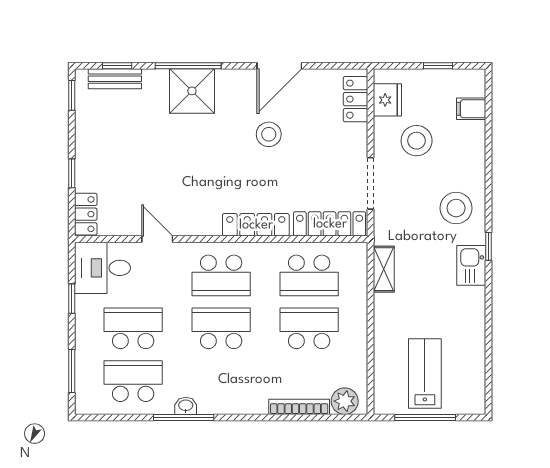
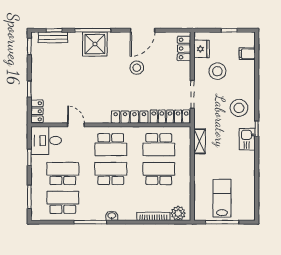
washbasin: (186, 406) -> (112, 216), moved

